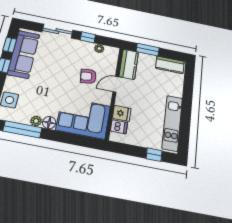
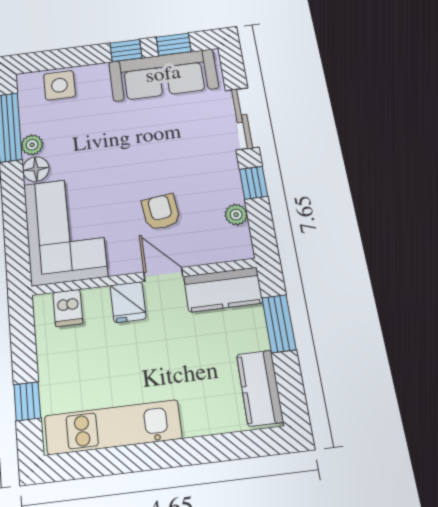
fridge: (122, 113) -> (128, 302), moved

